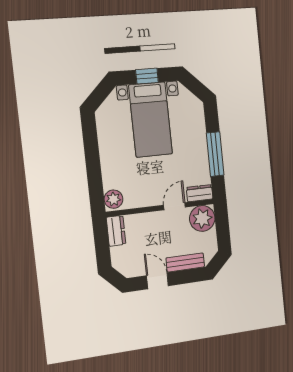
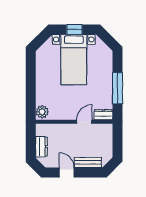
plant: (202, 218) -> (103, 133), removed
dresser: (116, 231) -> (41, 147), moved

